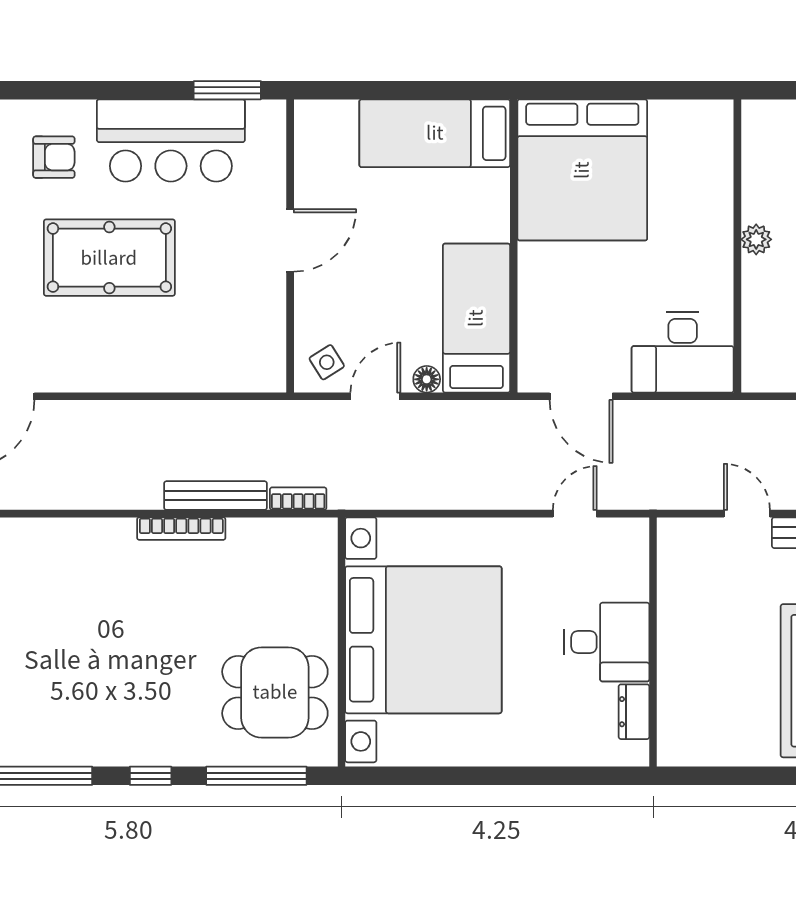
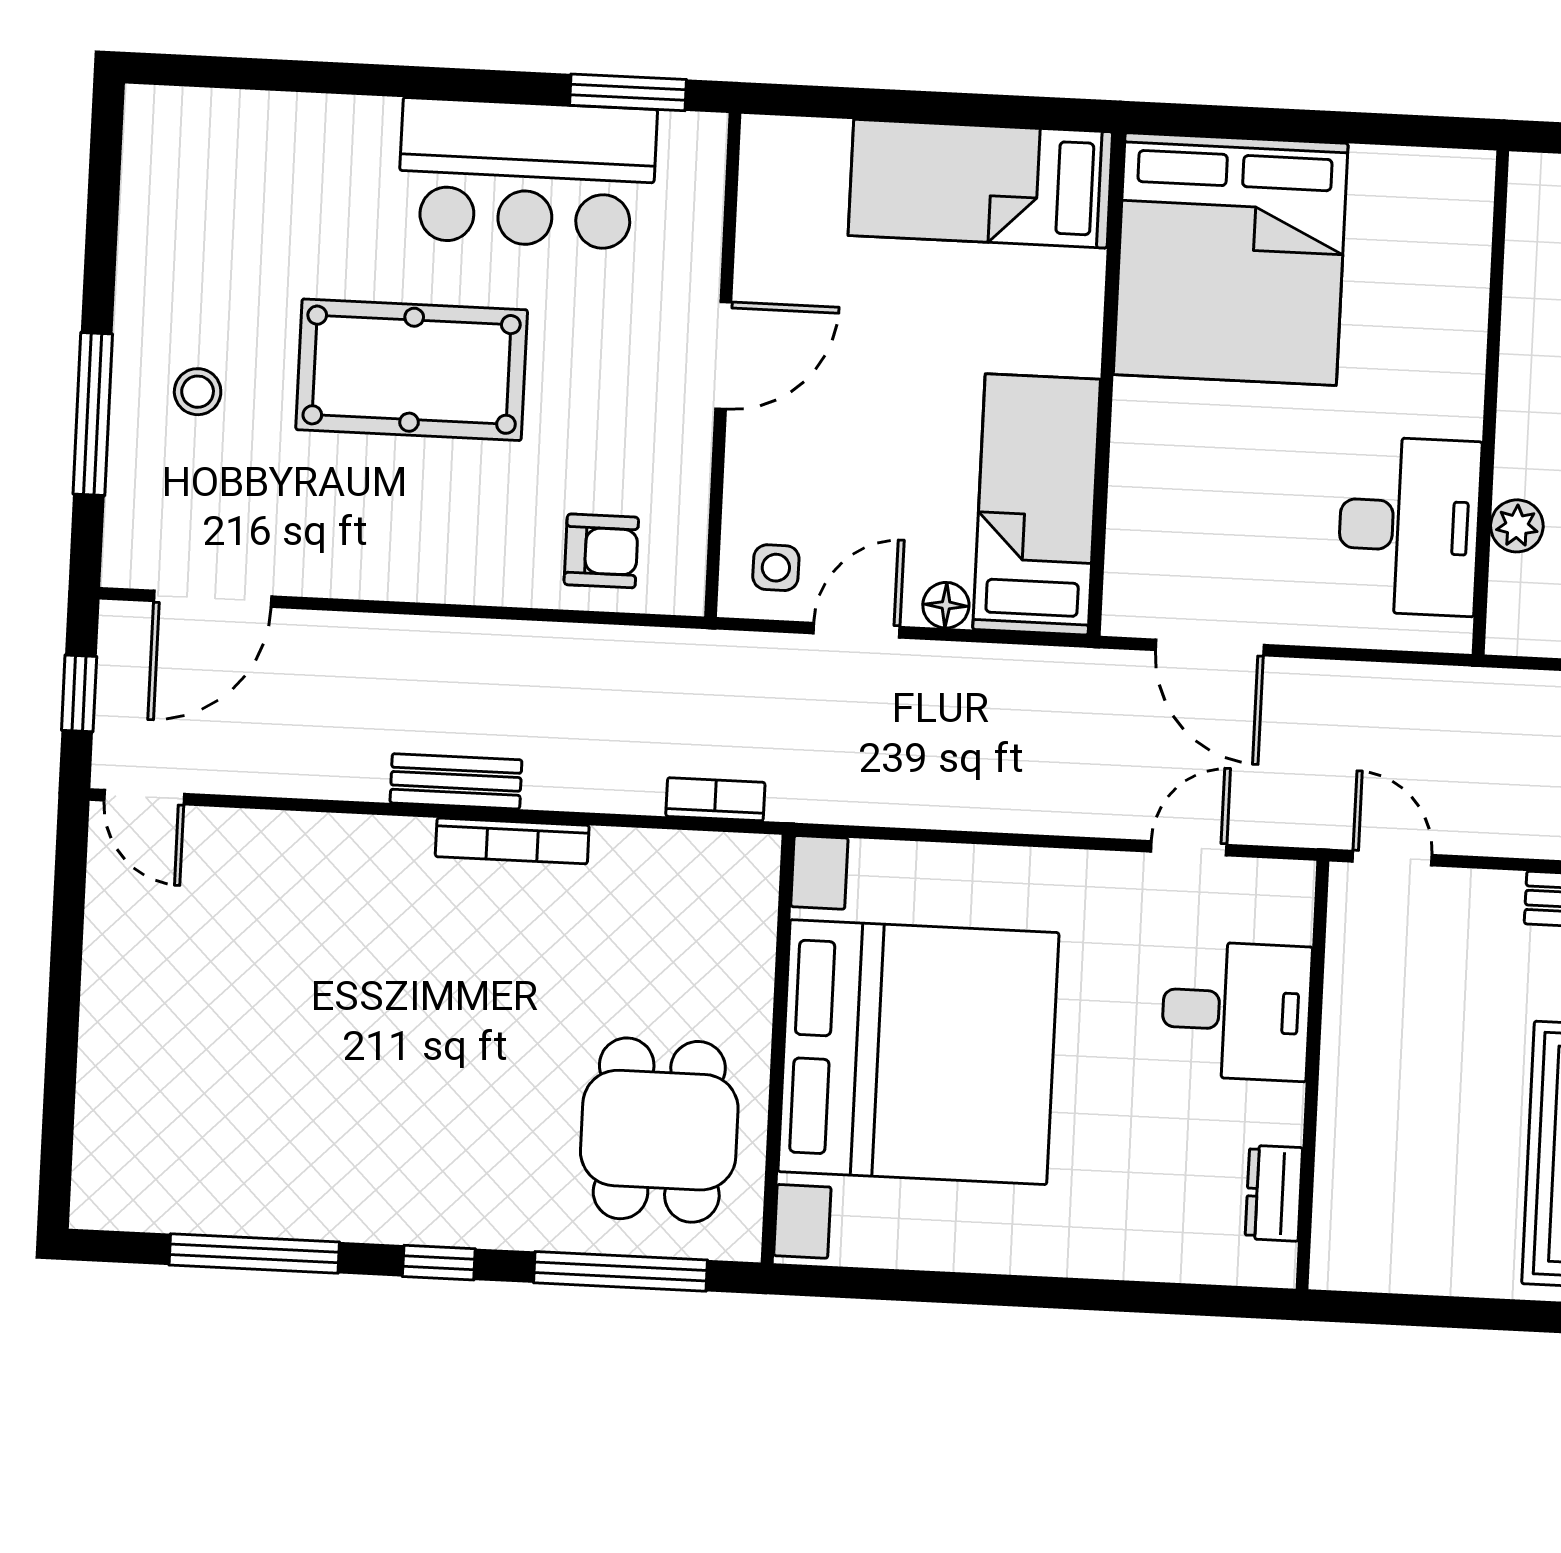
armchair: (54, 157) -> (601, 551), moved
plant: (756, 239) -> (1517, 526), moved
desk: (683, 353) -> (1409, 526), moved, turned -90
side table: (327, 362) -> (776, 568), turned 32
bench: (216, 496) -> (456, 781), moved, width x0.73
door: (747, 514) -> (1392, 858), moved
desk: (607, 642) -> (1236, 1011), moved
dining table: (275, 692) -> (659, 1130), turned 90

